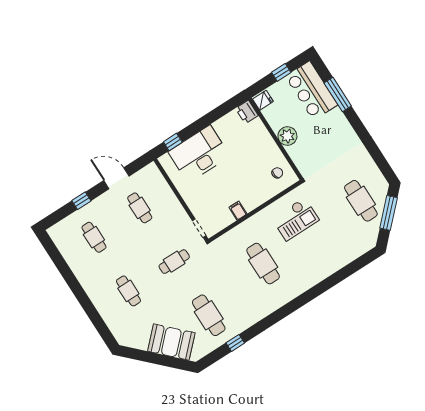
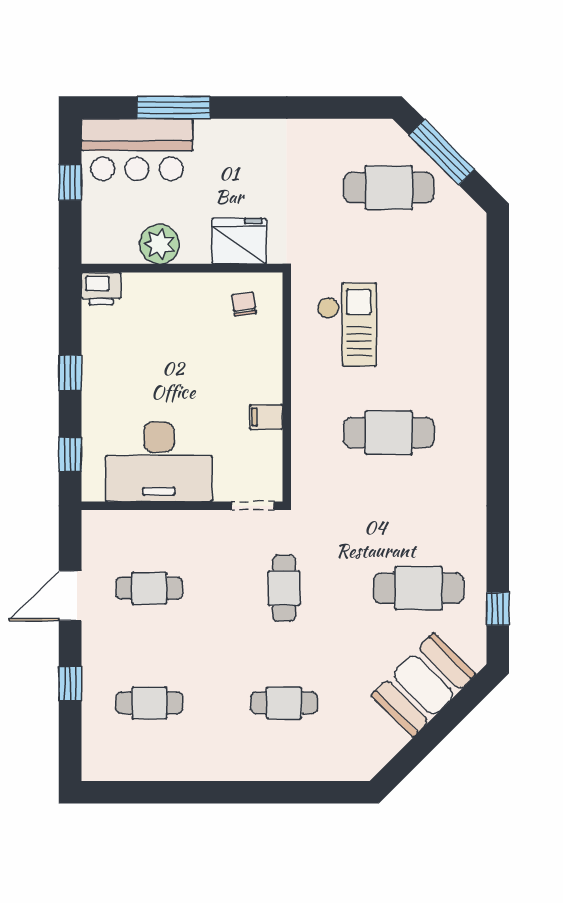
fridge: (263, 100) -> (239, 241), moved, width x1.88, depth x1.34
window: (205, 121) -> (70, 373), added
plant: (287, 136) -> (159, 244), moved
desk: (199, 154) -> (159, 462), moved, turned -90
window: (235, 343) -> (498, 609), moved

